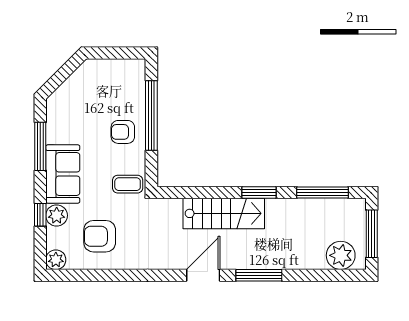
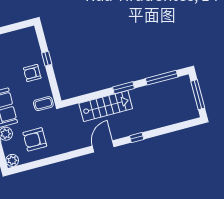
window: (151, 116) -> (47, 59), width x0.32
plant: (341, 255) -> (183, 113), removed
window: (259, 275) -> (137, 138), width x0.46

